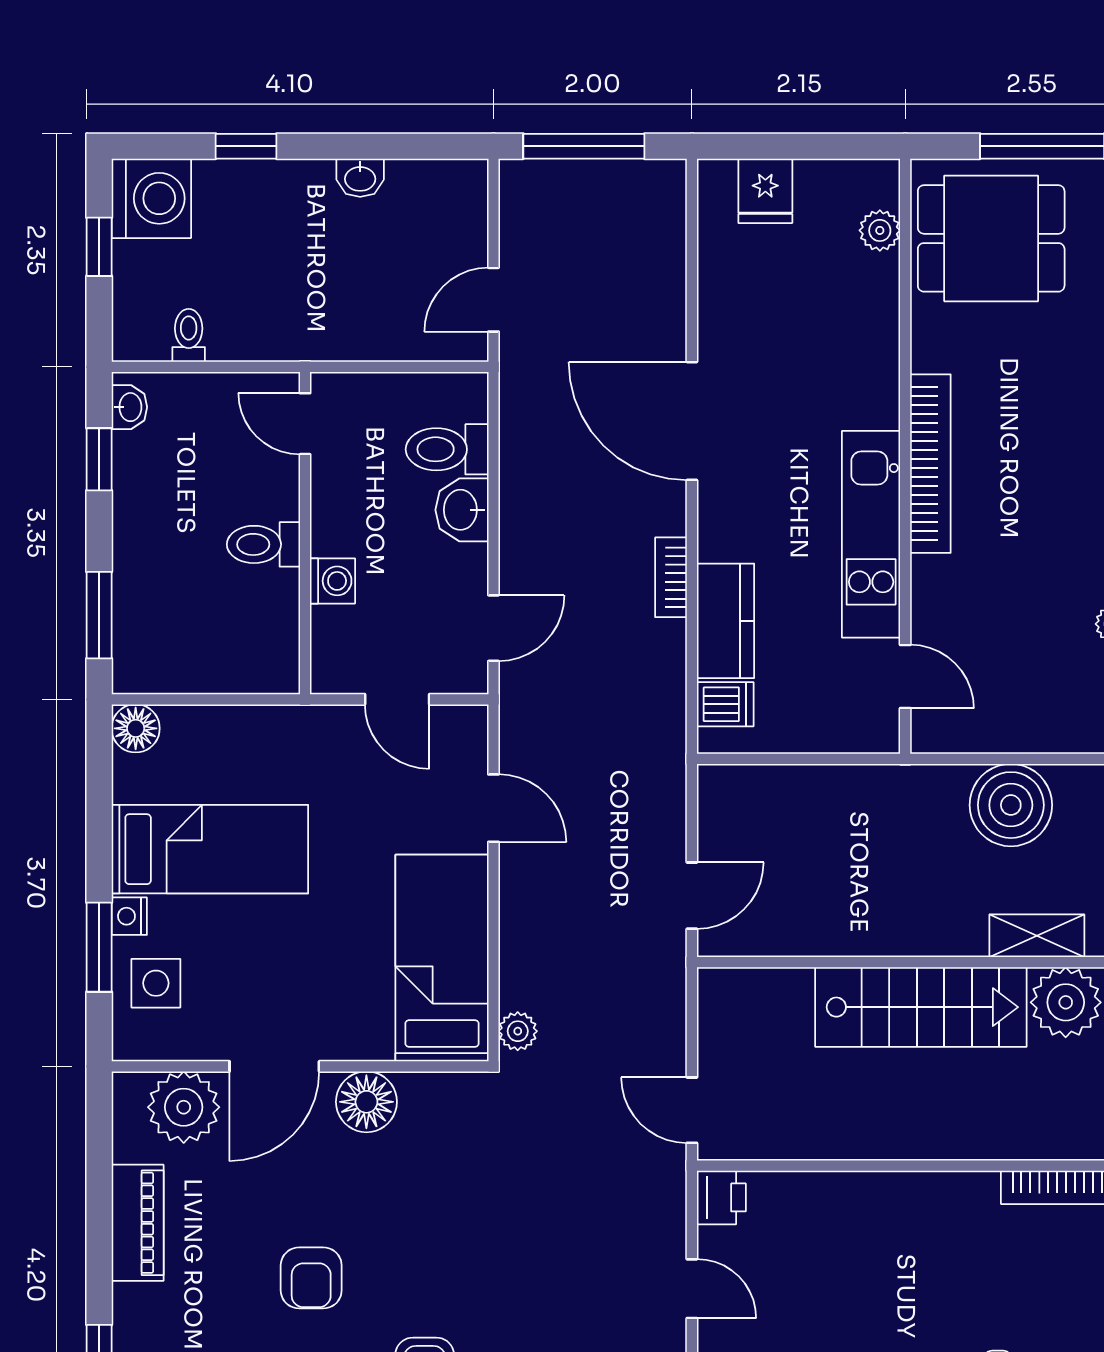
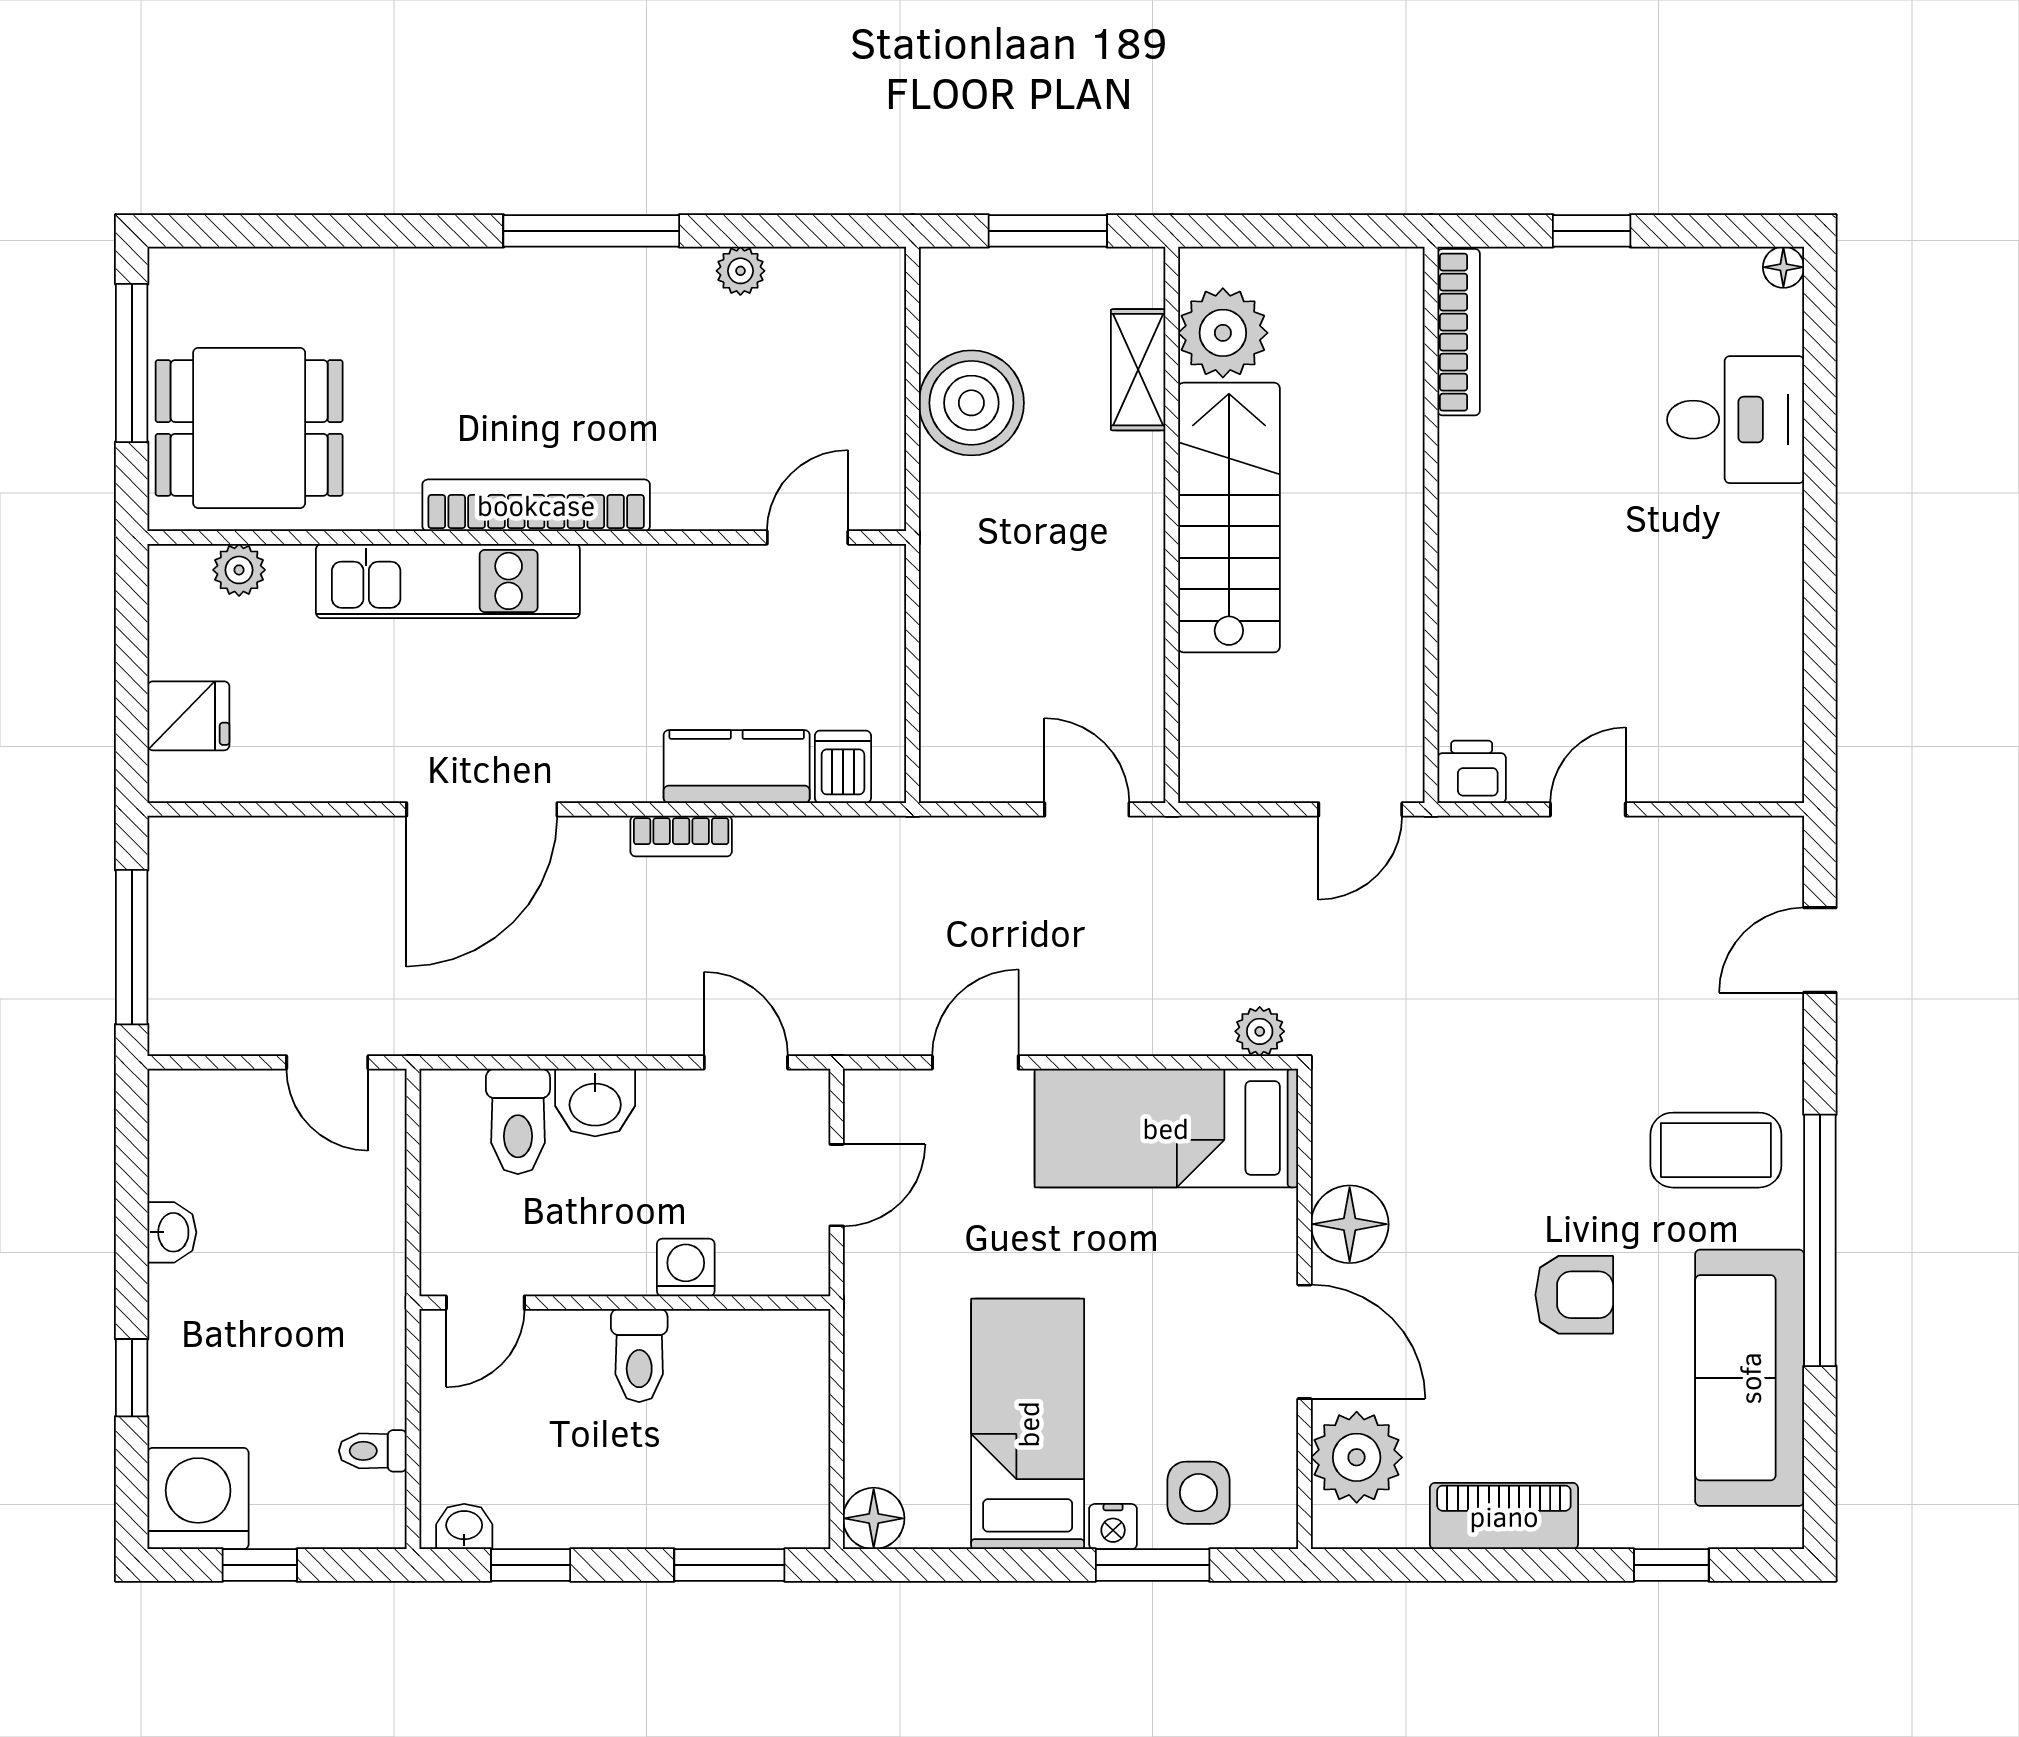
dining table: (991, 238) -> (249, 428), turned 90
kitchen unit: (871, 534) -> (448, 581), moved

